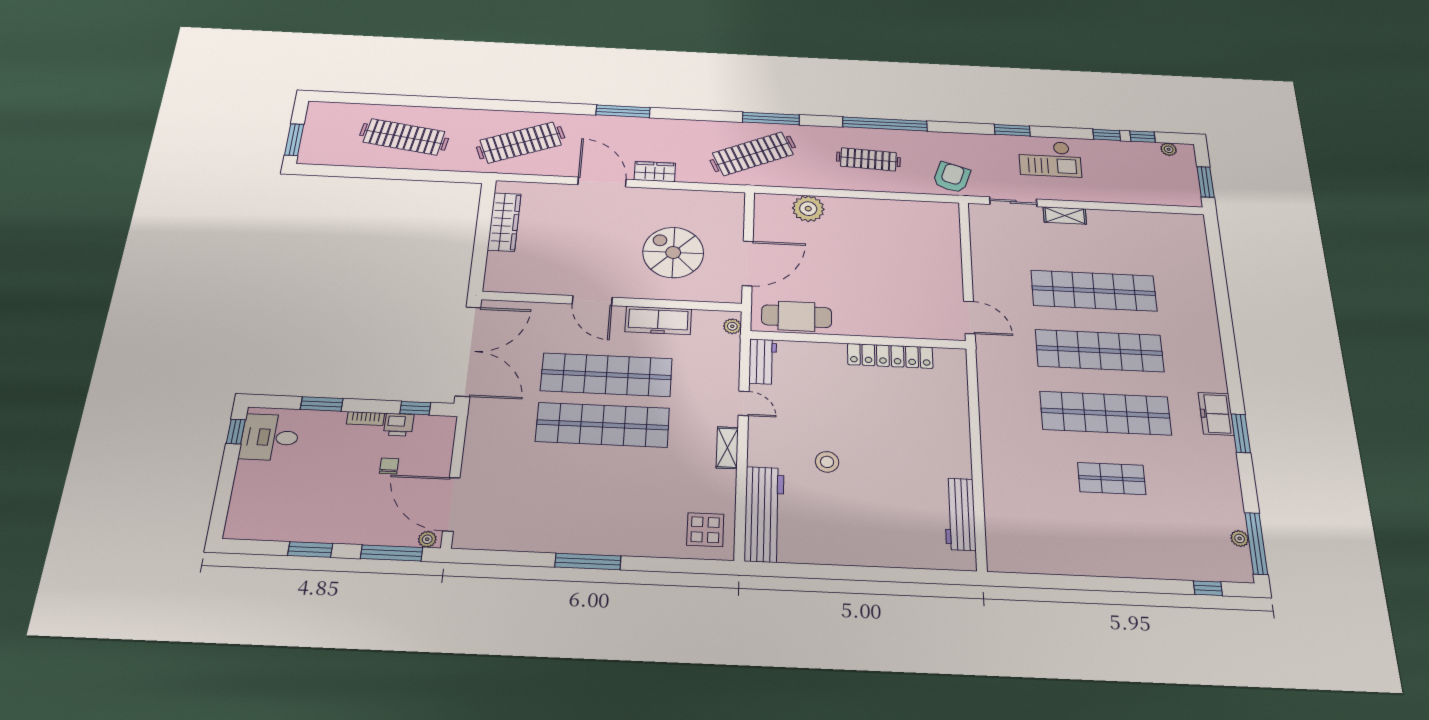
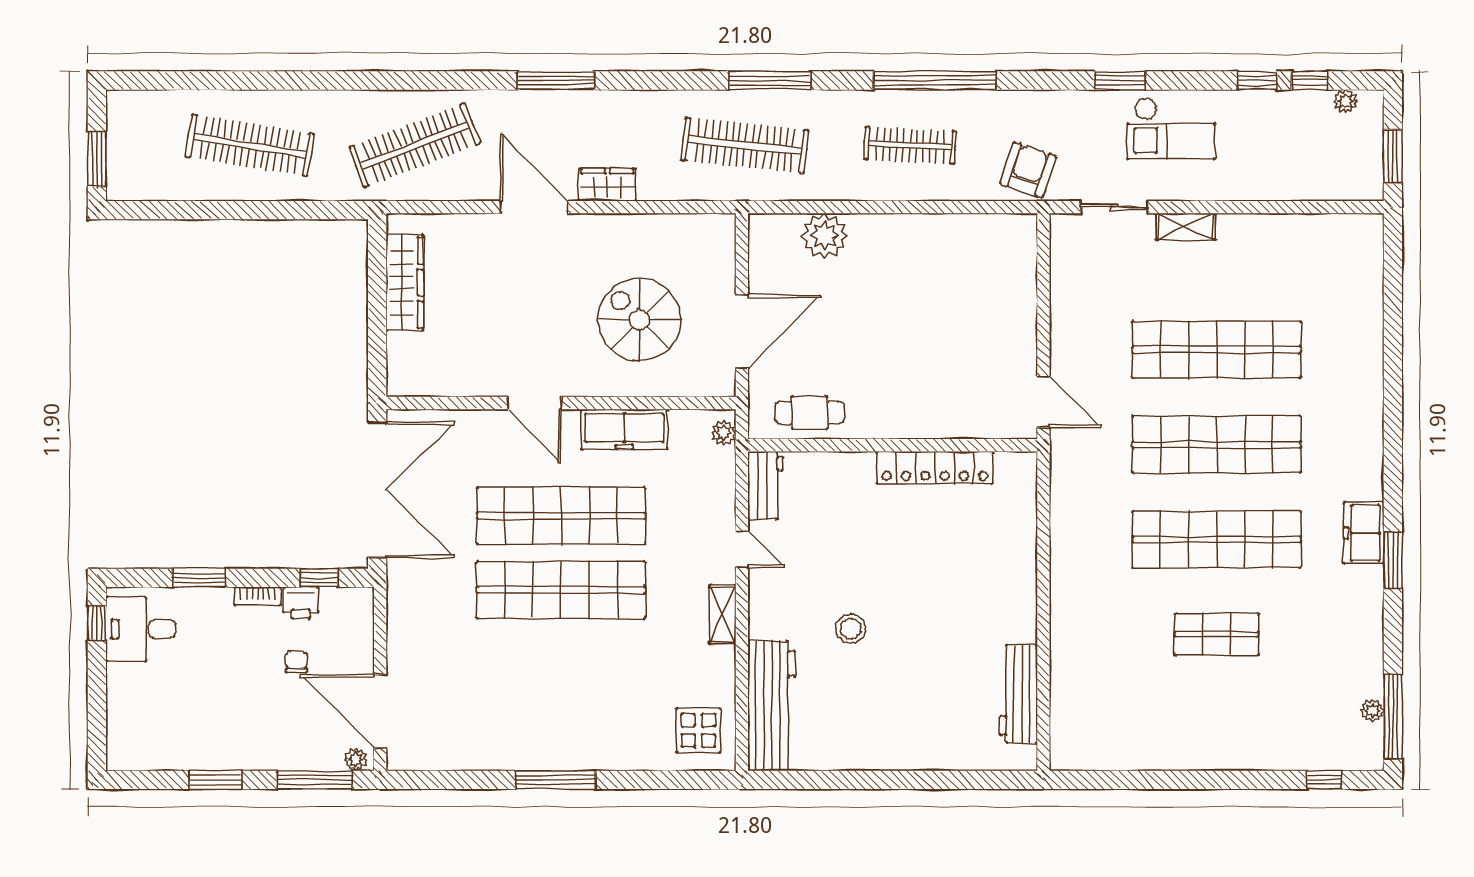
clothes rail: (753, 154) -> (745, 145), turned 30
cafe table: (797, 316) -> (810, 413), width x0.73, depth x0.74

